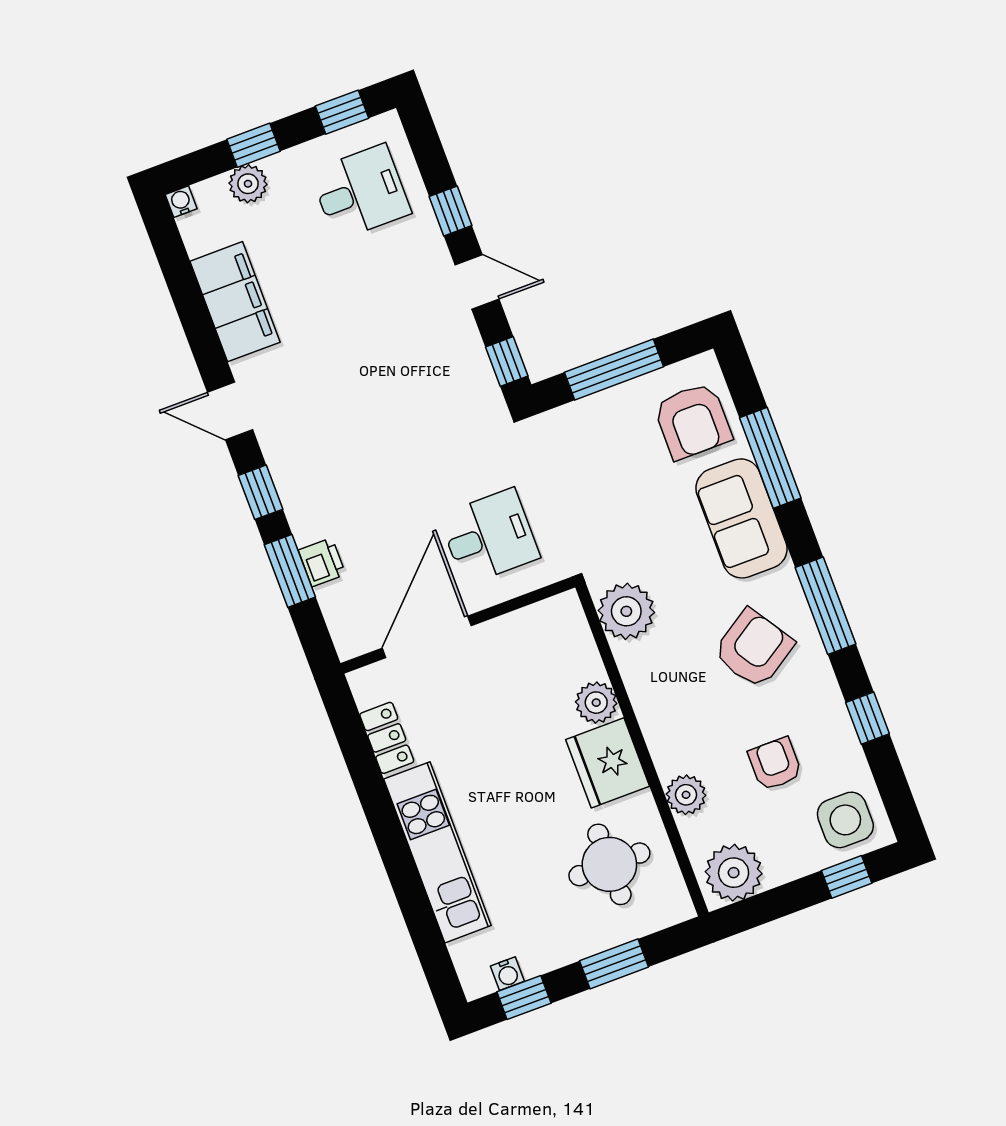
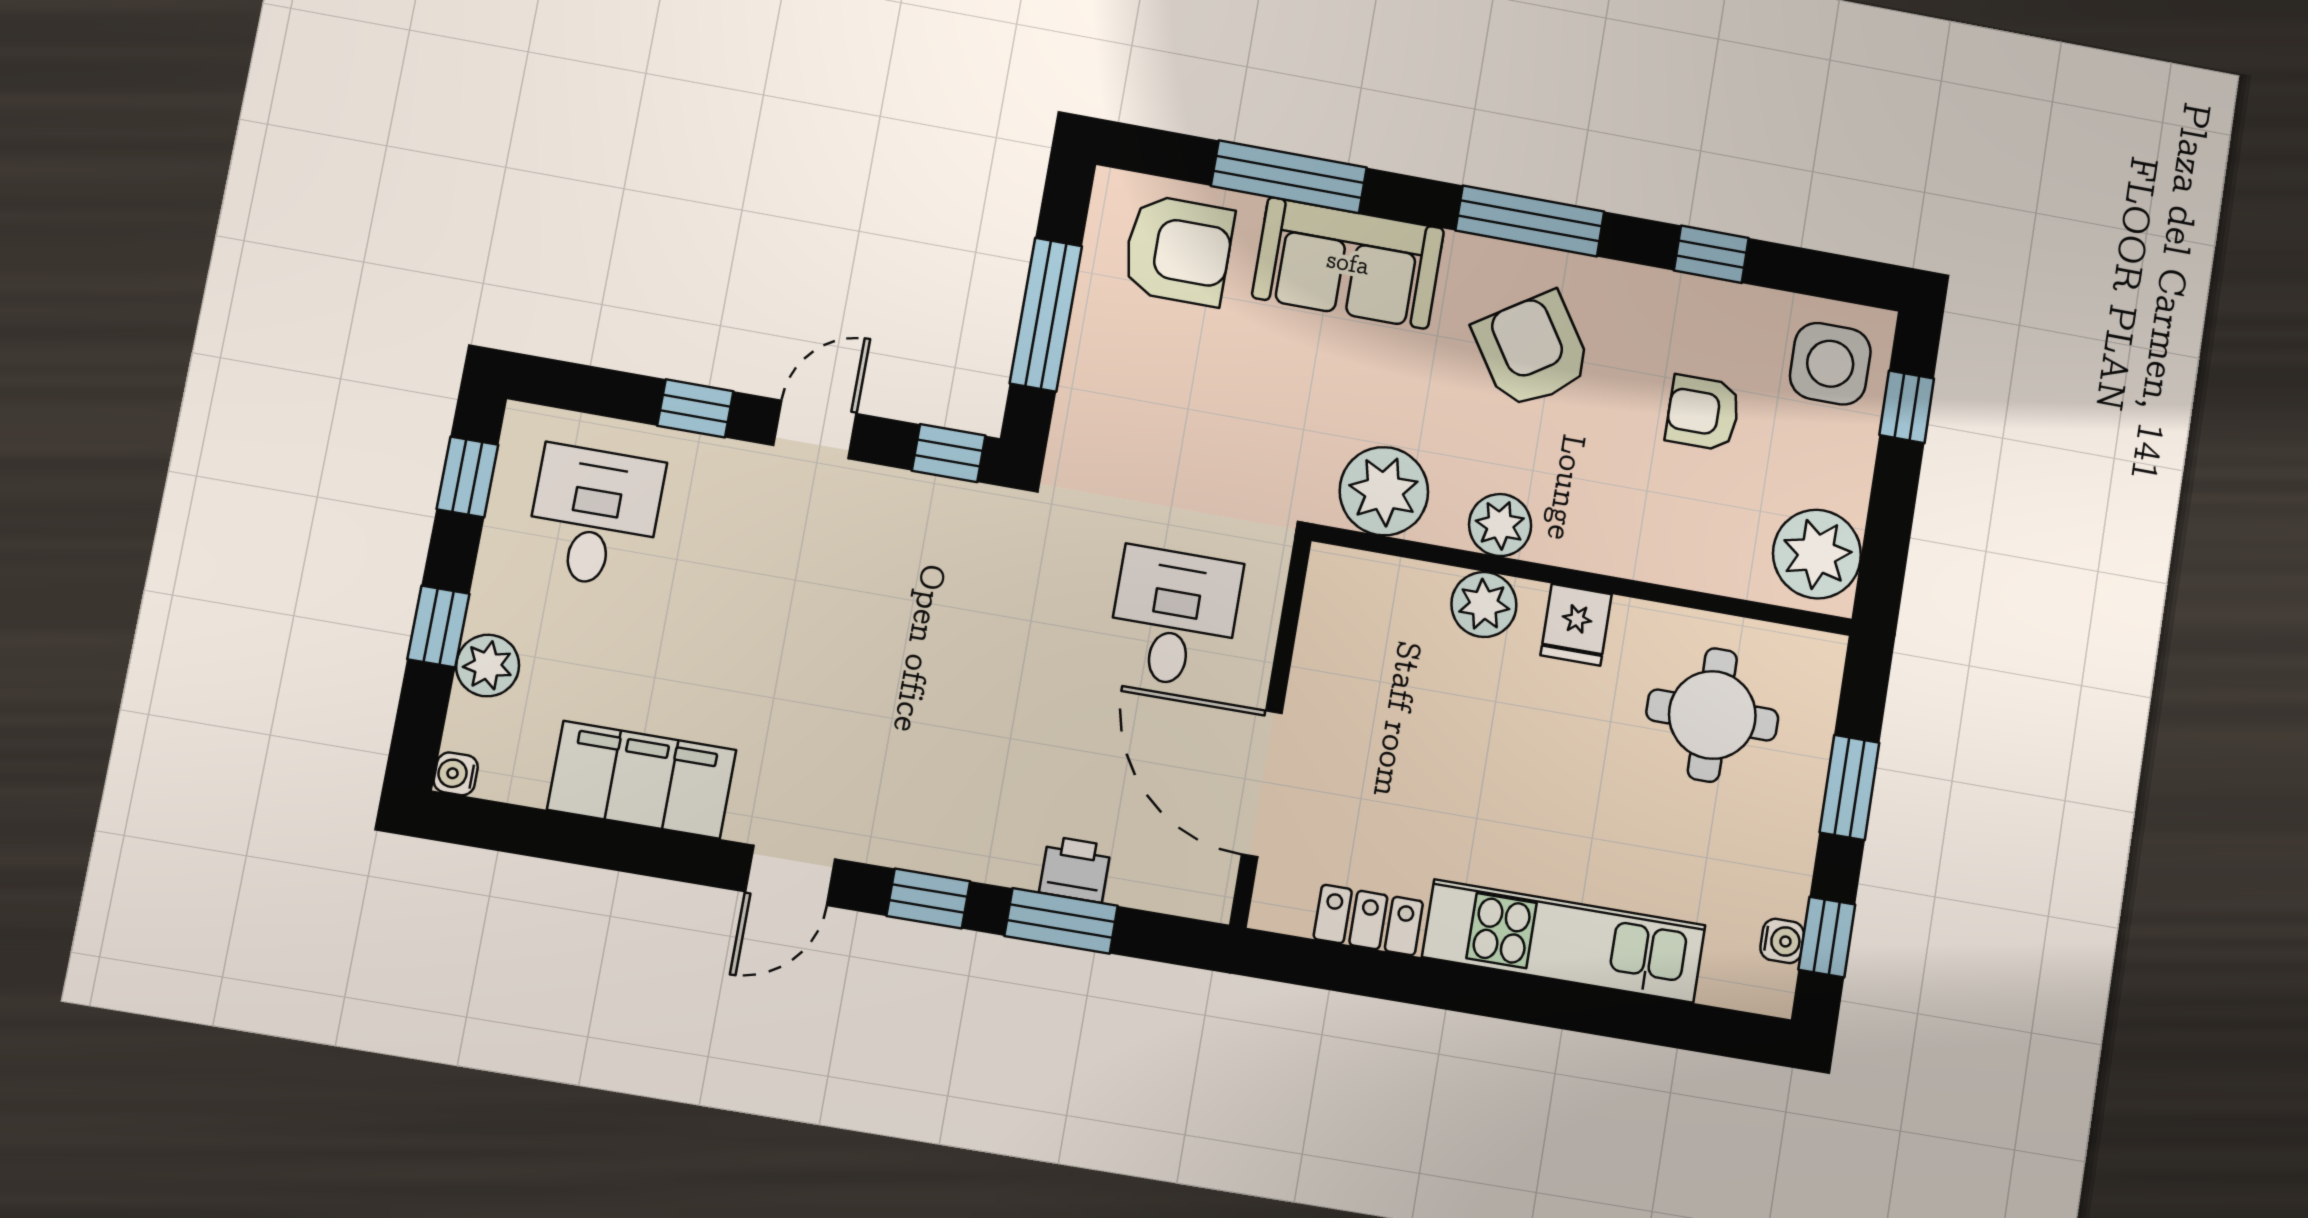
fridge: (608, 763) -> (1576, 625), width x0.53, depth x0.75
plant: (686, 795) -> (1500, 525), moved

